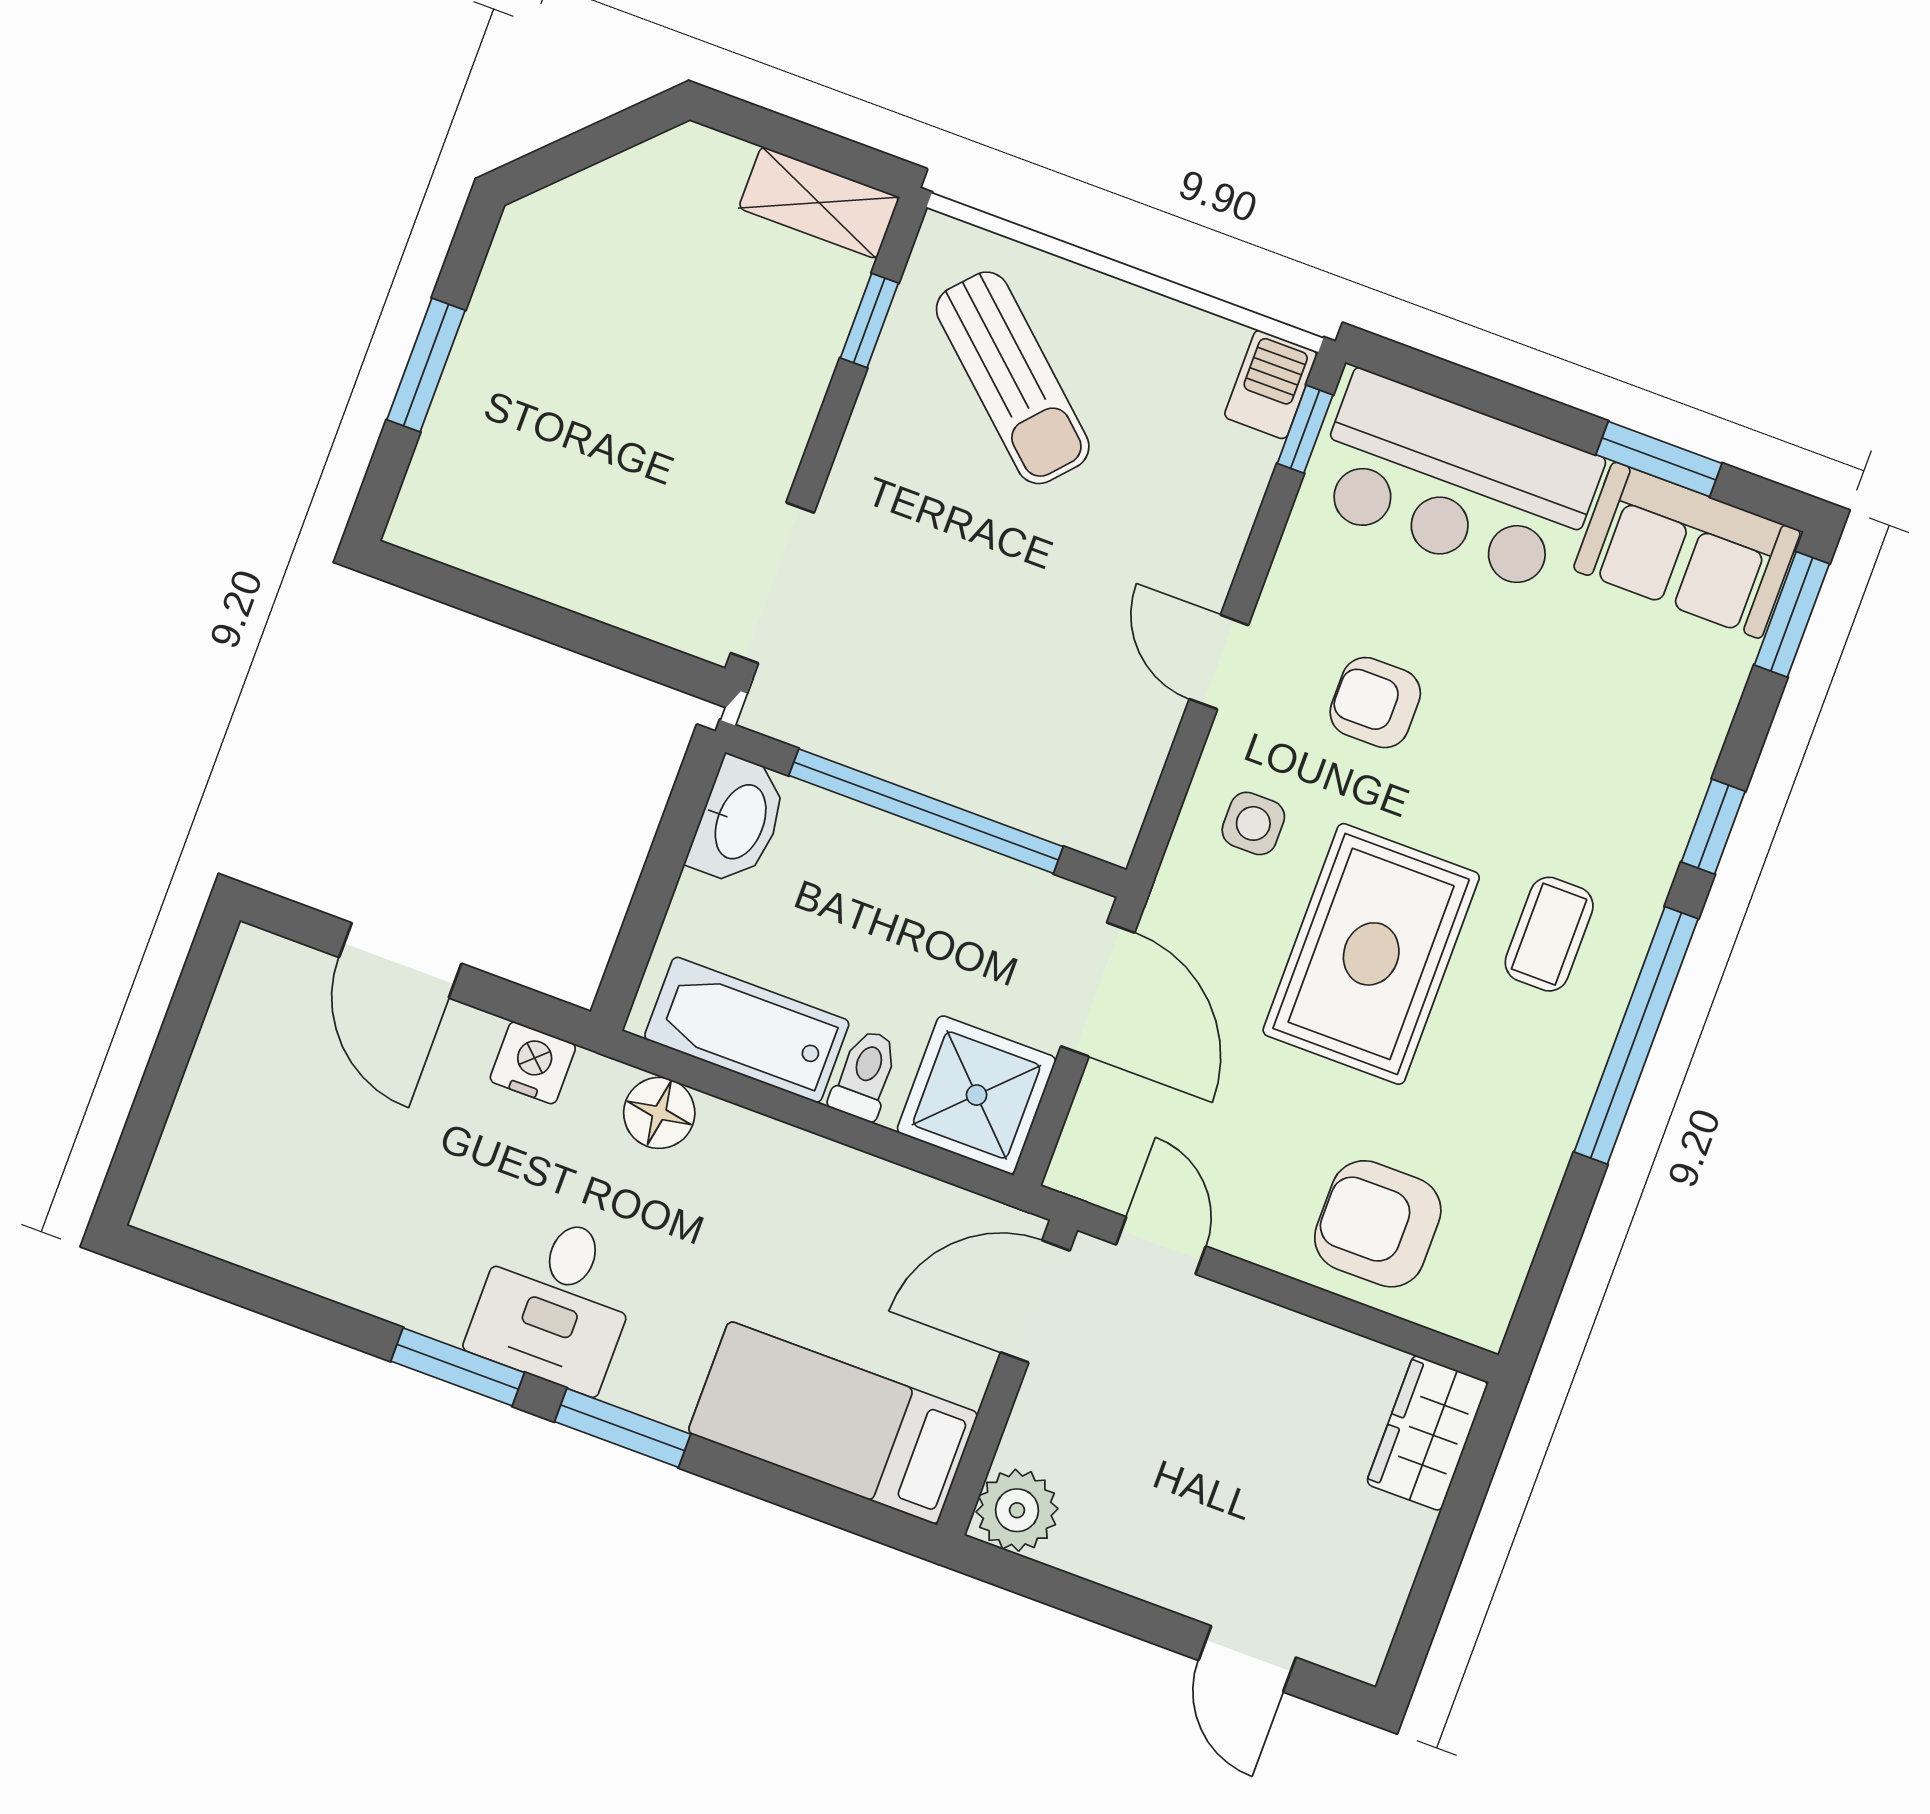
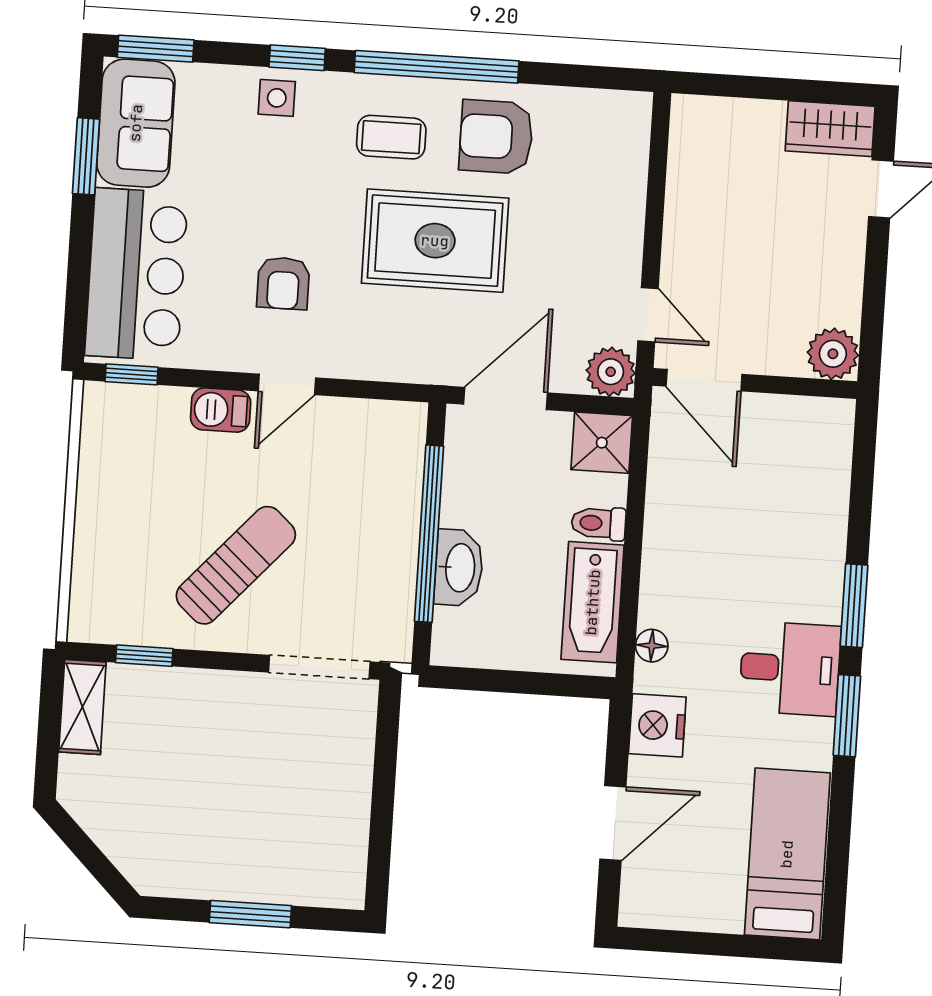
sun lounger: (1013, 378) -> (236, 565), moved
barbecue: (1271, 385) -> (221, 410), moved
washbasin: (739, 821) -> (459, 568), moved, turned 90
side table: (1253, 823) -> (277, 98), moved
nightstand: (533, 1063) -> (657, 725), width x1.36, depth x1.33
shower: (977, 1095) -> (602, 443), width x0.73, depth x0.73
floor lamp: (659, 1113) -> (652, 646), width x0.73, depth x0.73
plant: (1091, 1163) -> (611, 372), added
armchair: (1378, 1224) -> (496, 137), moved, turned 90
door: (1161, 1245) -> (648, 315), swing flipped
bed: (833, 1423) -> (787, 854), moved, turned 180
wardrobe: (1427, 1433) -> (830, 129), moved

